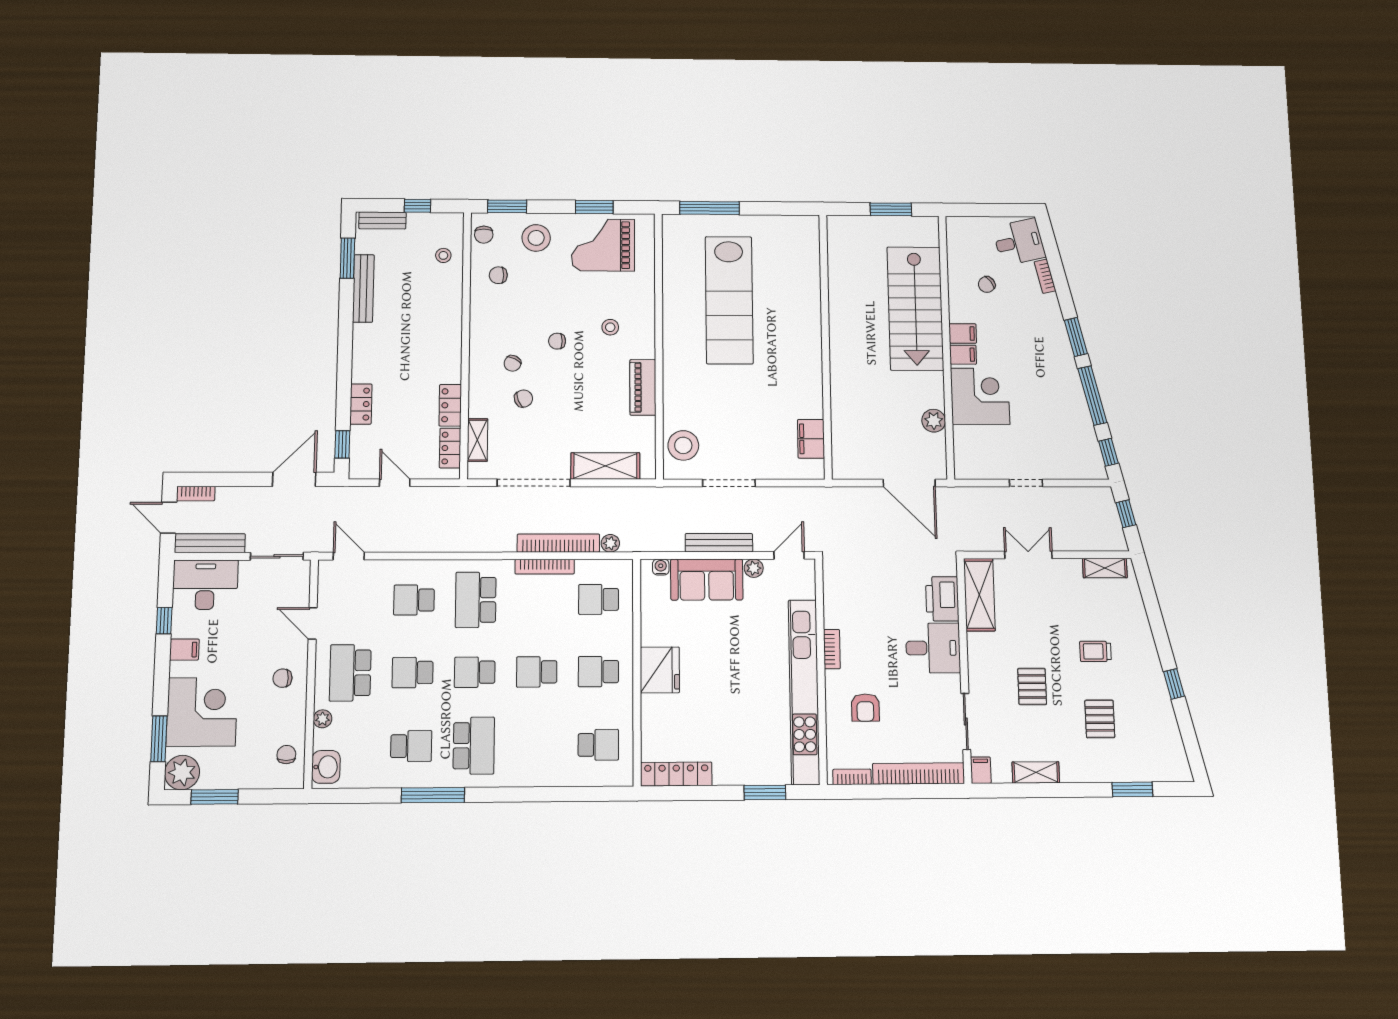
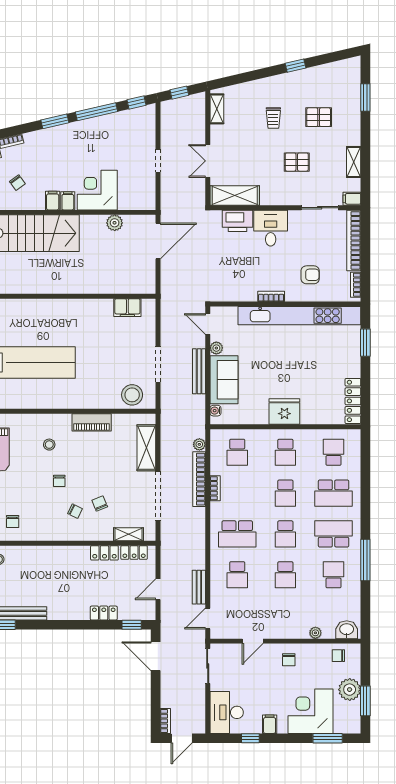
bench: (210, 543) -> (199, 587), moved, width x0.73
bookcase: (545, 567) -> (215, 488), width x0.64
school desk: (350, 673) -> (334, 493), moved
plant: (182, 773) -> (350, 690), moved

